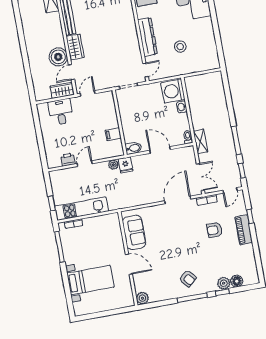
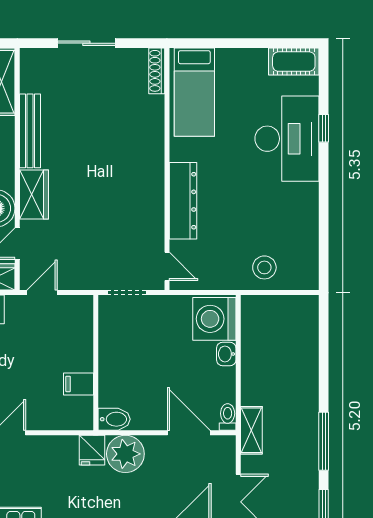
stool: (180, 47) -> (264, 267), moved
door: (145, 70) -> (167, 266), hinge flipped
door: (160, 150) -> (189, 433), moved
plant: (113, 165) -> (125, 454), moved, width x1.87, depth x1.87

